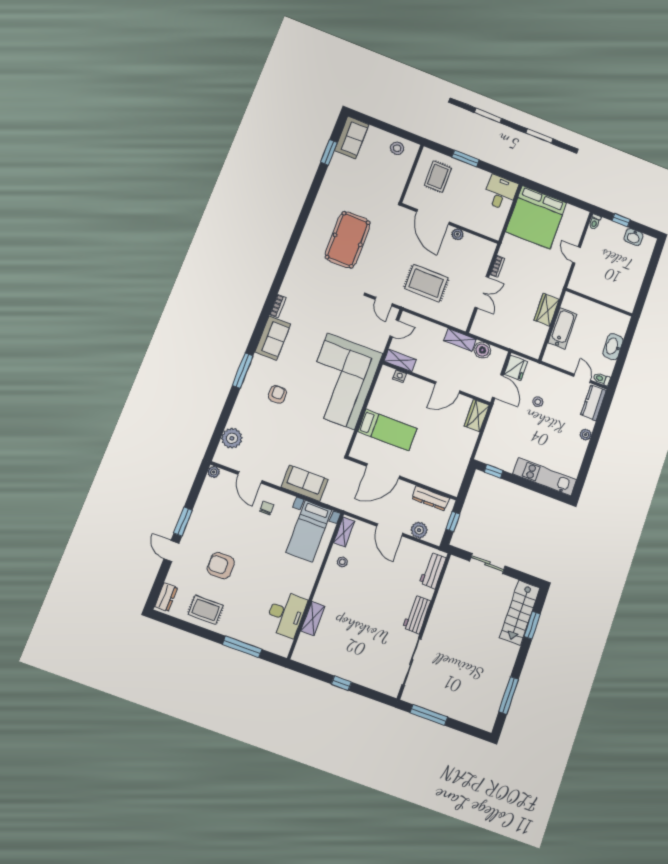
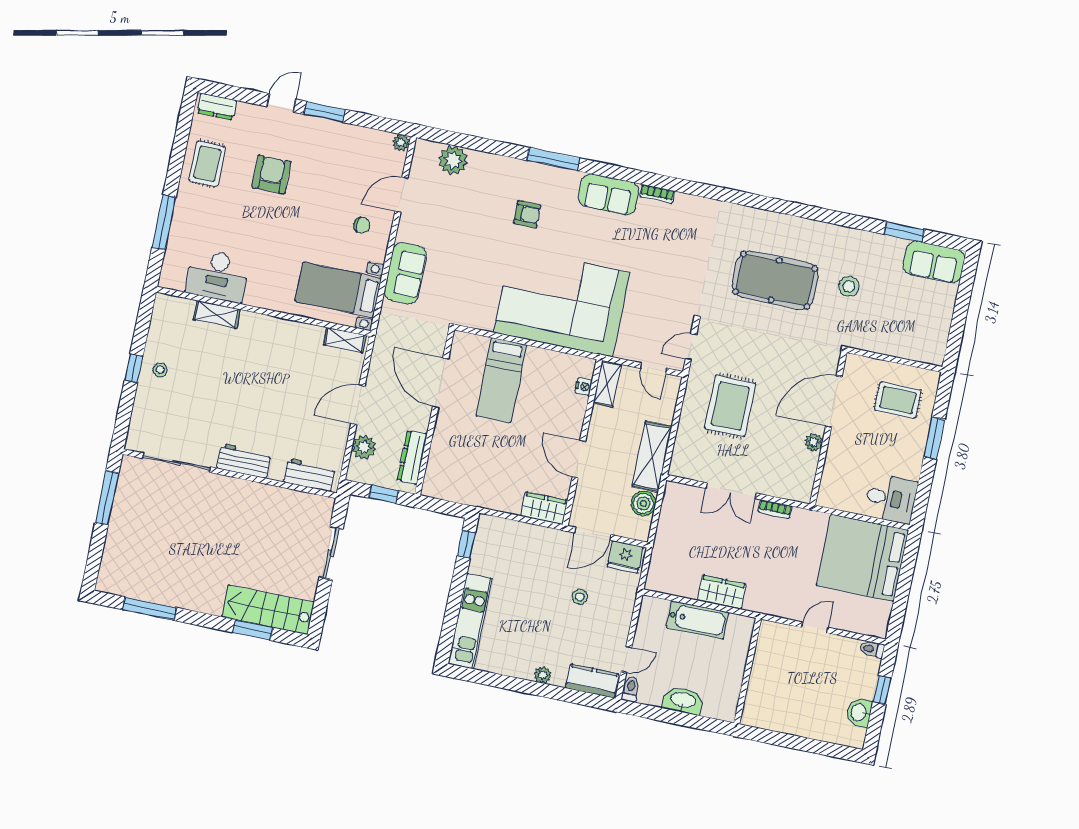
stool: (397, 148) -> (849, 286), moved
shelving: (460, 340) -> (652, 456), width x1.50, depth x1.33
stool: (342, 562) -> (160, 370), moved

